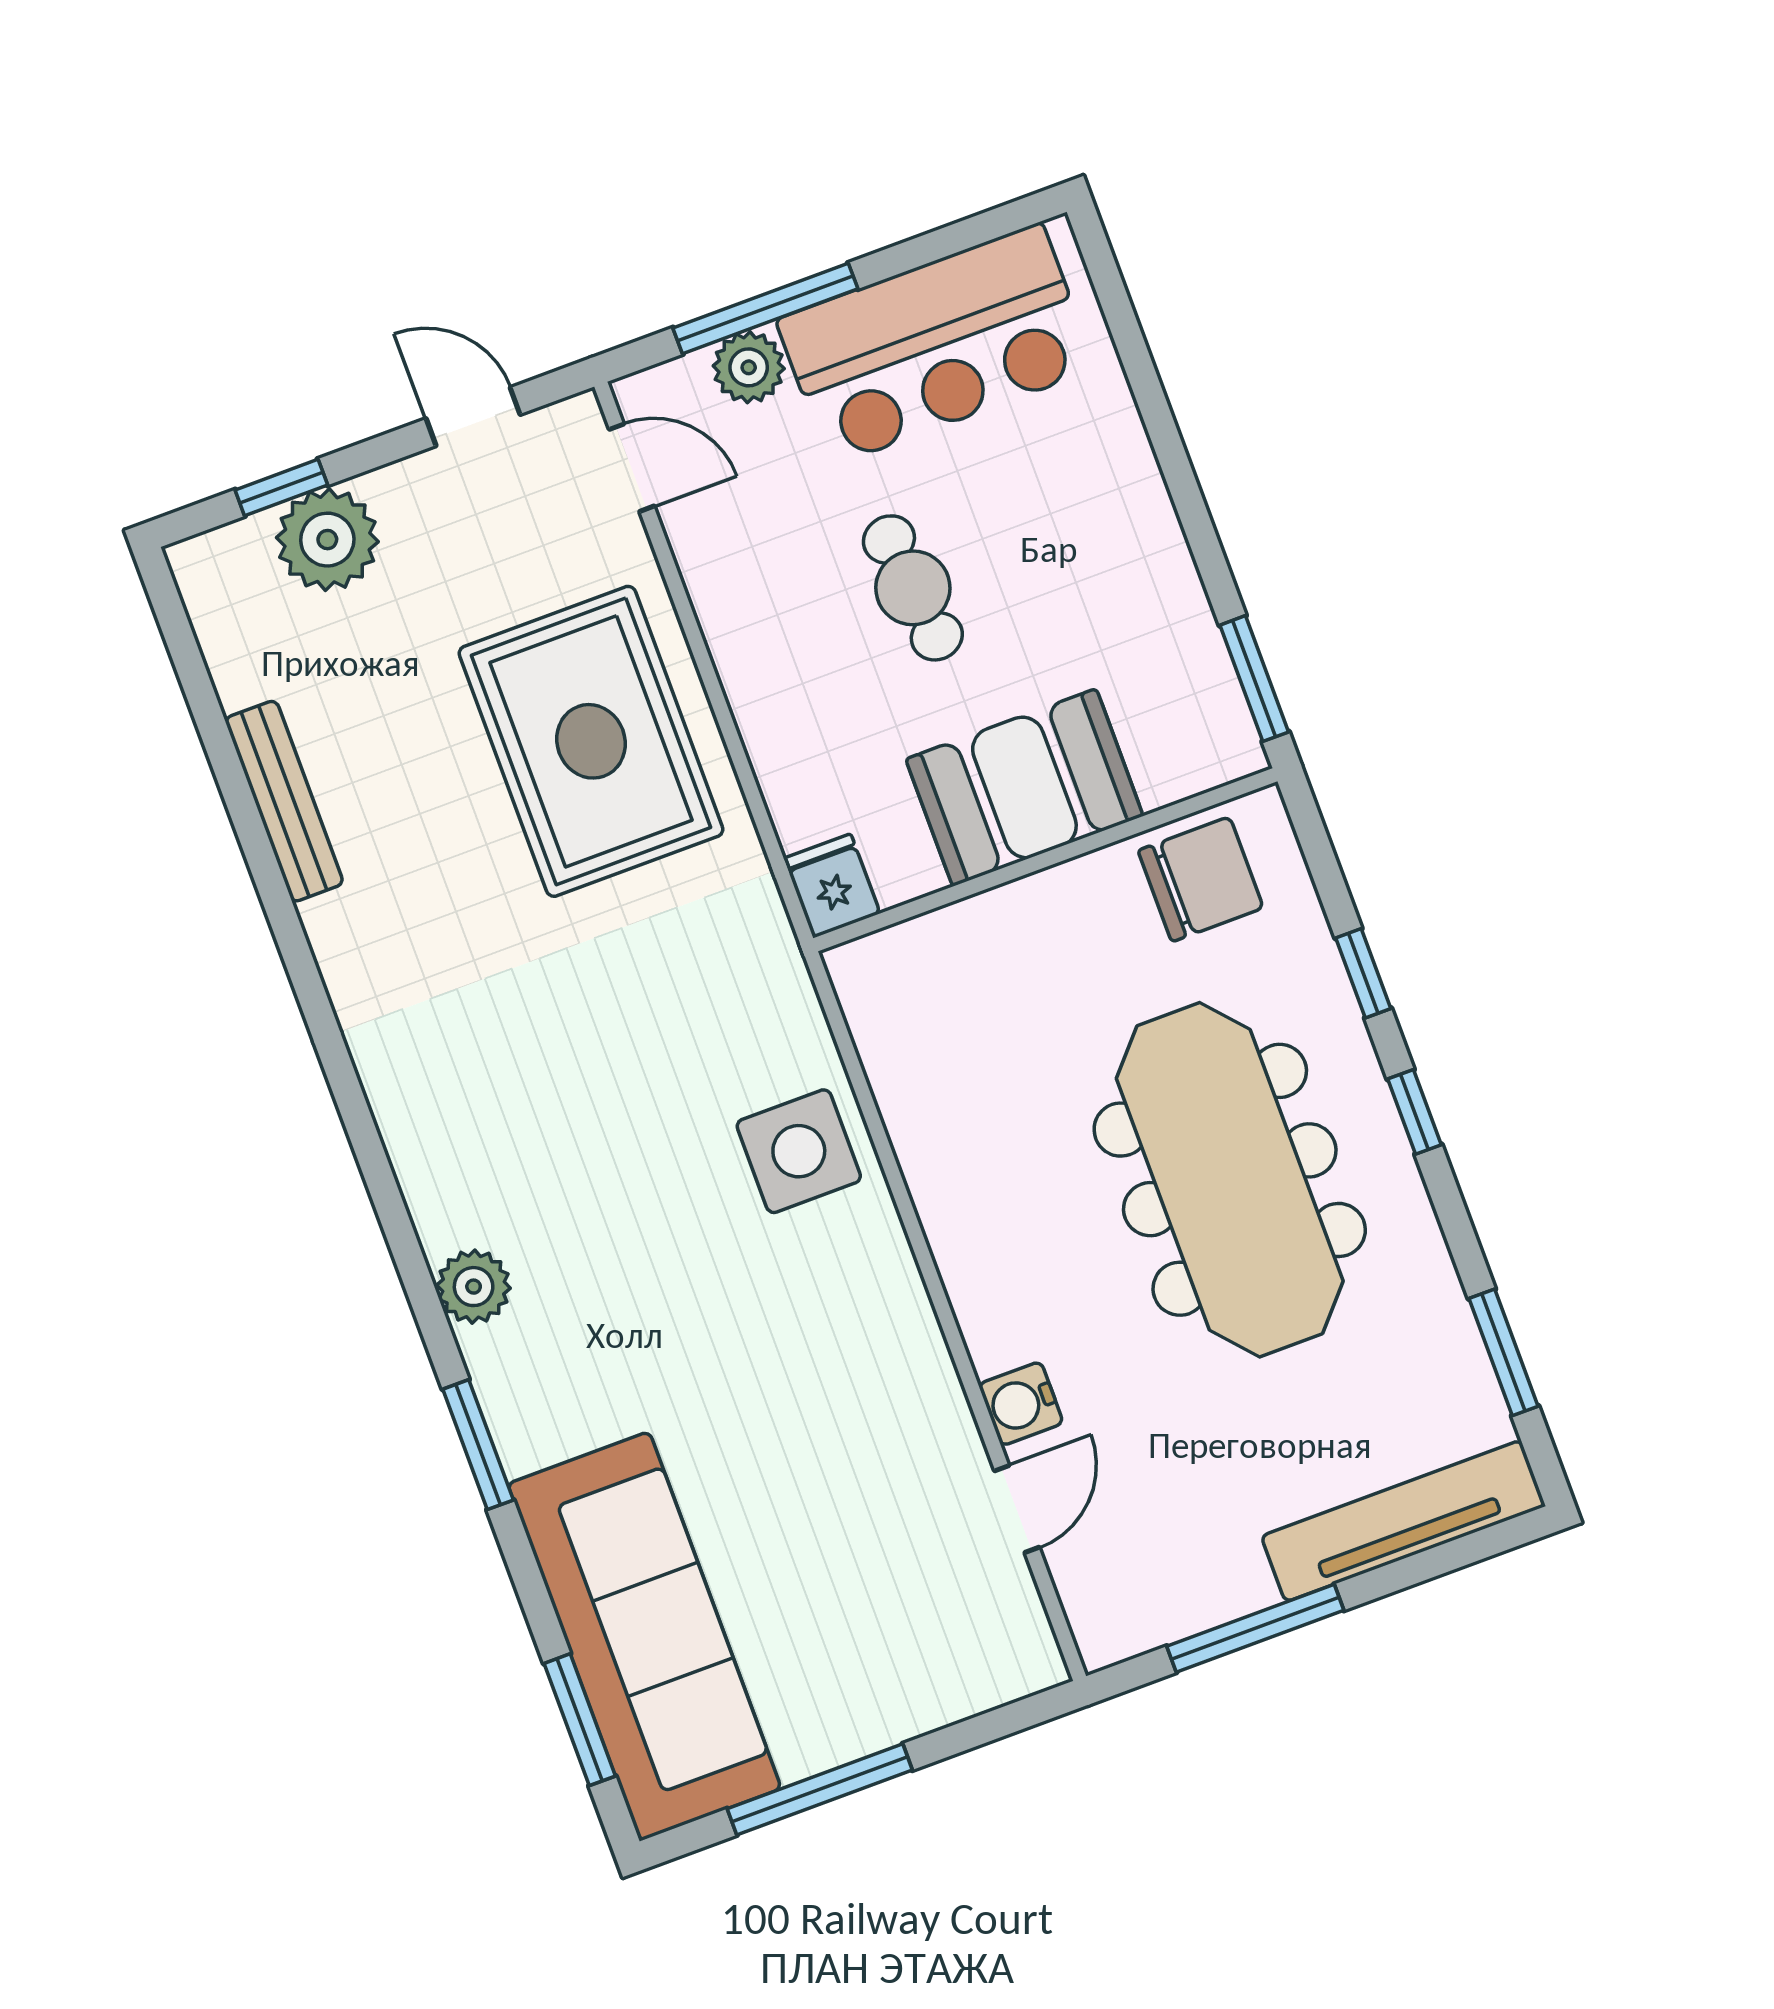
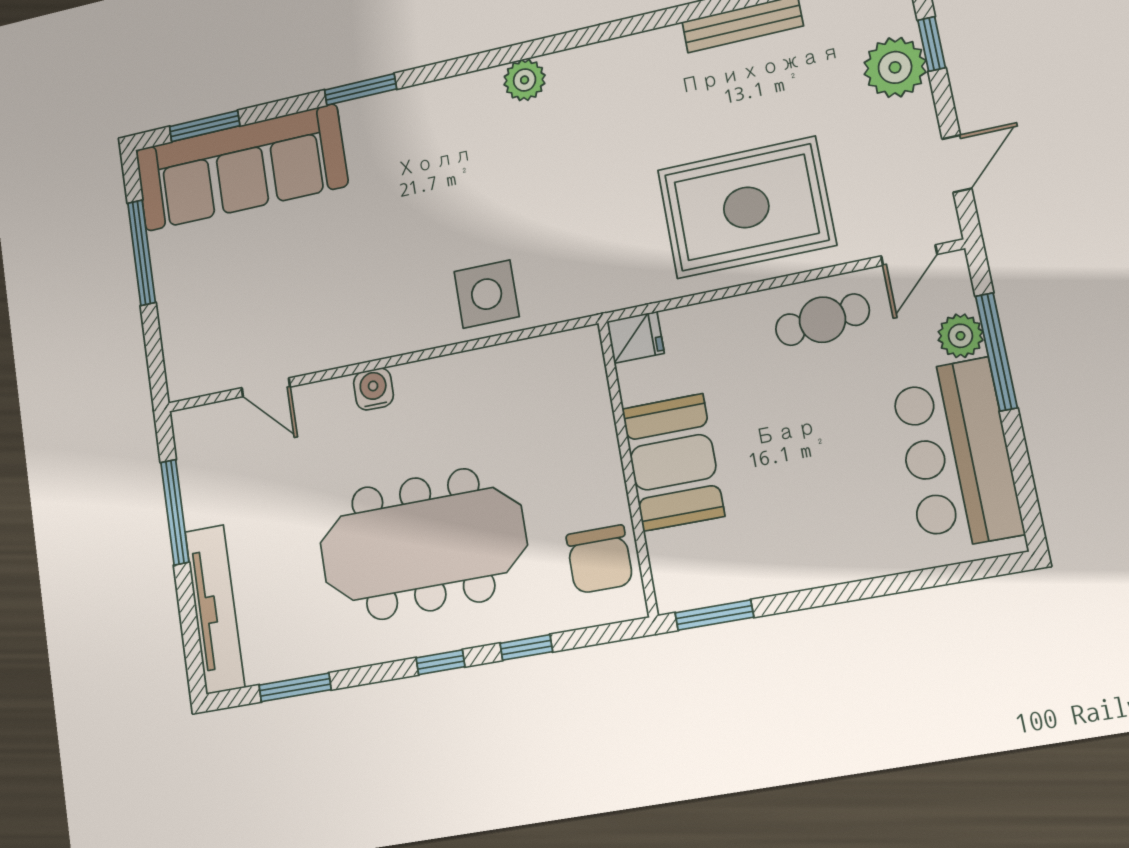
cafe table: (913, 588) -> (822, 320), moved
plant: (474, 1287) -> (525, 80), moved
water cooler: (1021, 1404) -> (373, 389), moved

